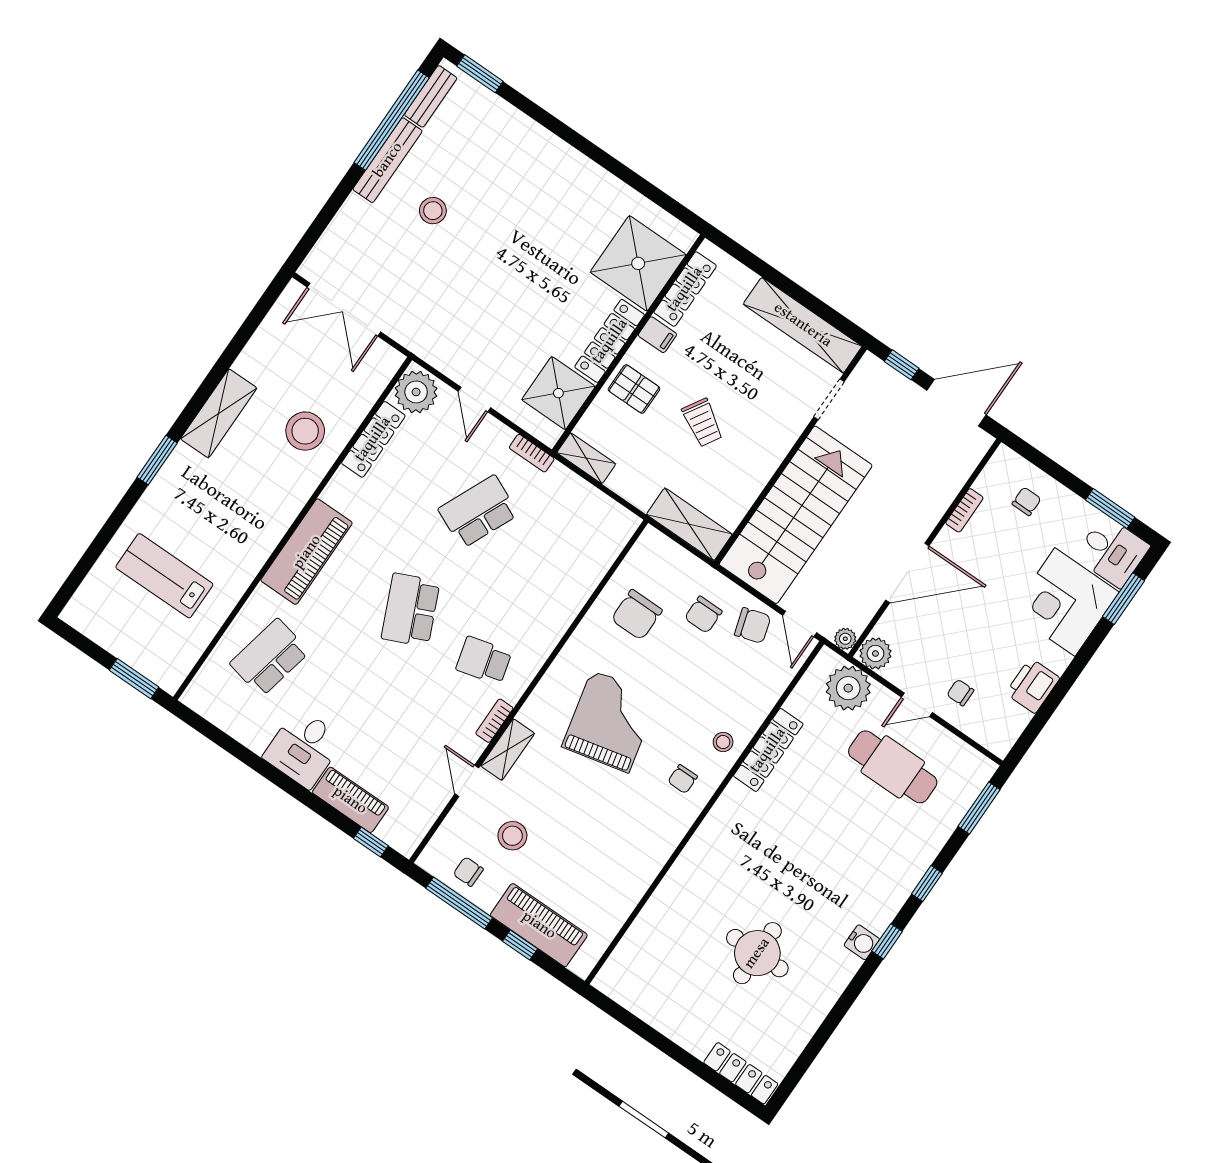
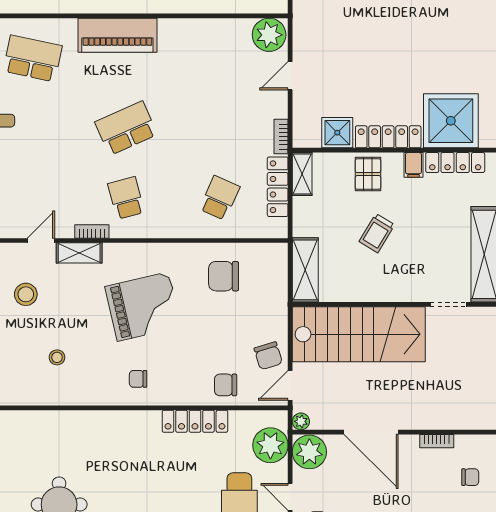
shower: (558, 393) -> (337, 133), width x0.73, depth x0.73
locker: (373, 439) -> (278, 187), moved, turned 90
school desk: (478, 512) -> (220, 198), moved, width x0.54
chair: (703, 615) -> (226, 385), moved
plant: (875, 653) -> (309, 452), width x1.36, depth x1.36
stool: (723, 742) -> (57, 357), moved

